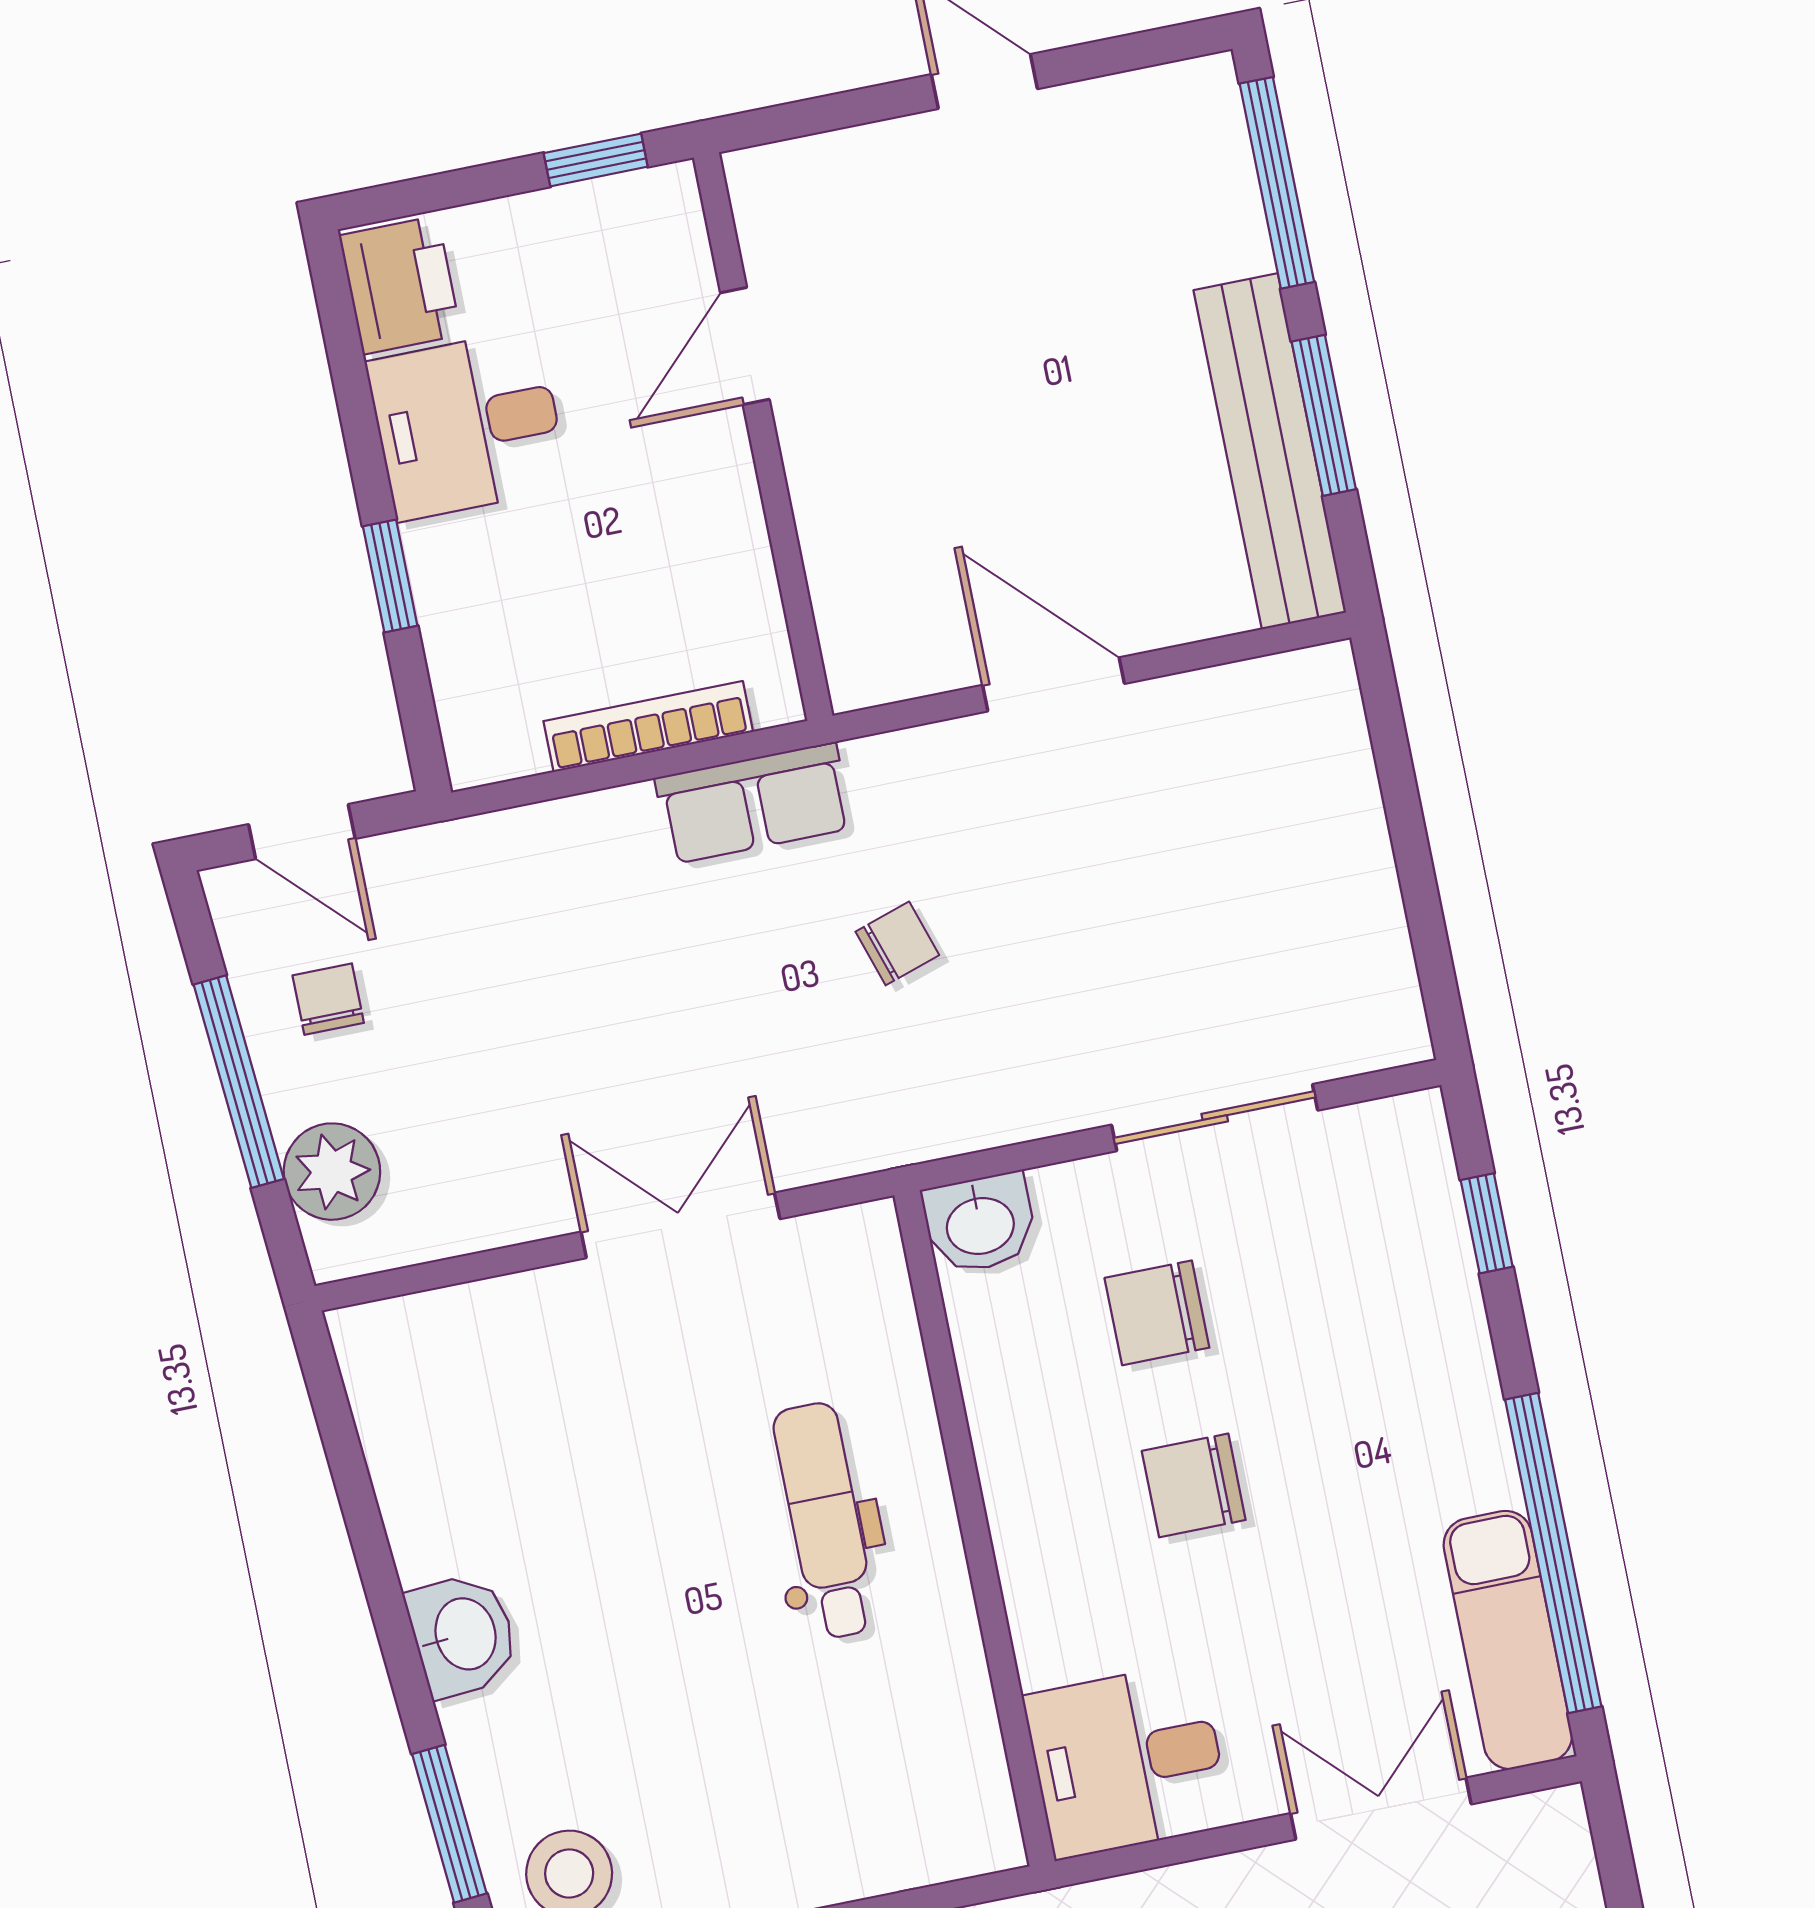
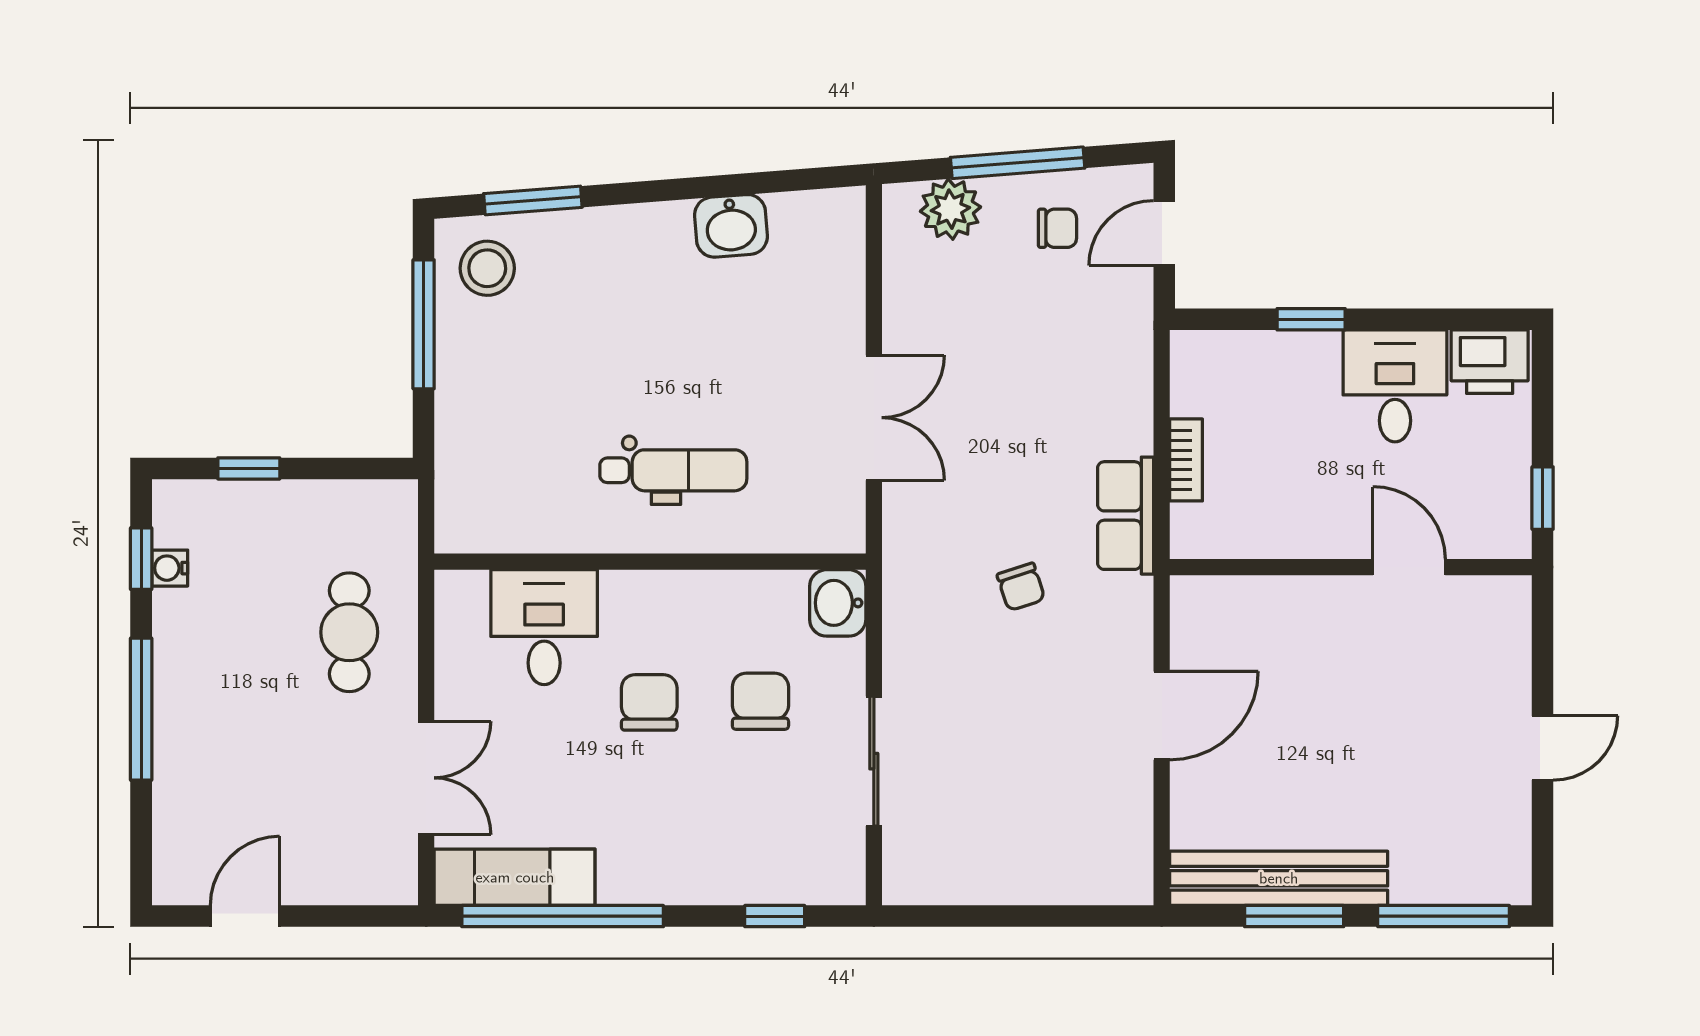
bookcase: (648, 727) -> (1186, 460), width x0.64
washbasin: (463, 1635) -> (731, 226), moved
desk: (1127, 1761) -> (544, 627), moved

